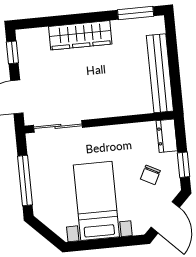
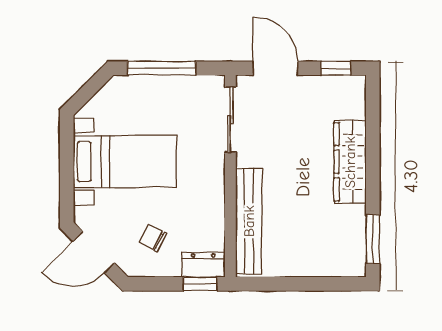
bench: (160, 73) -> (249, 221), moved, turned 90
window: (184, 165) -> (200, 284), moved

